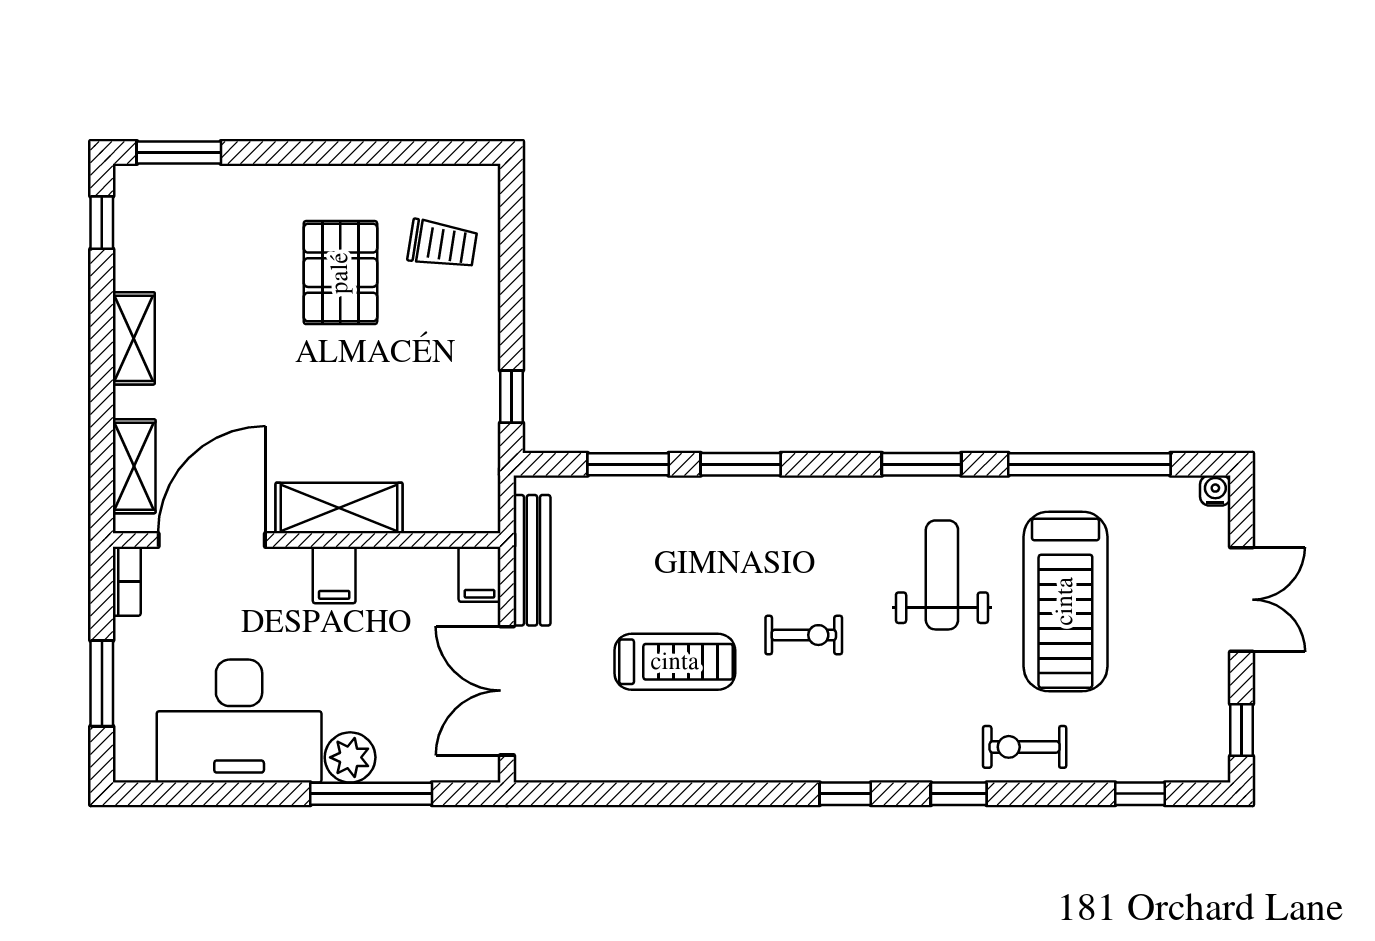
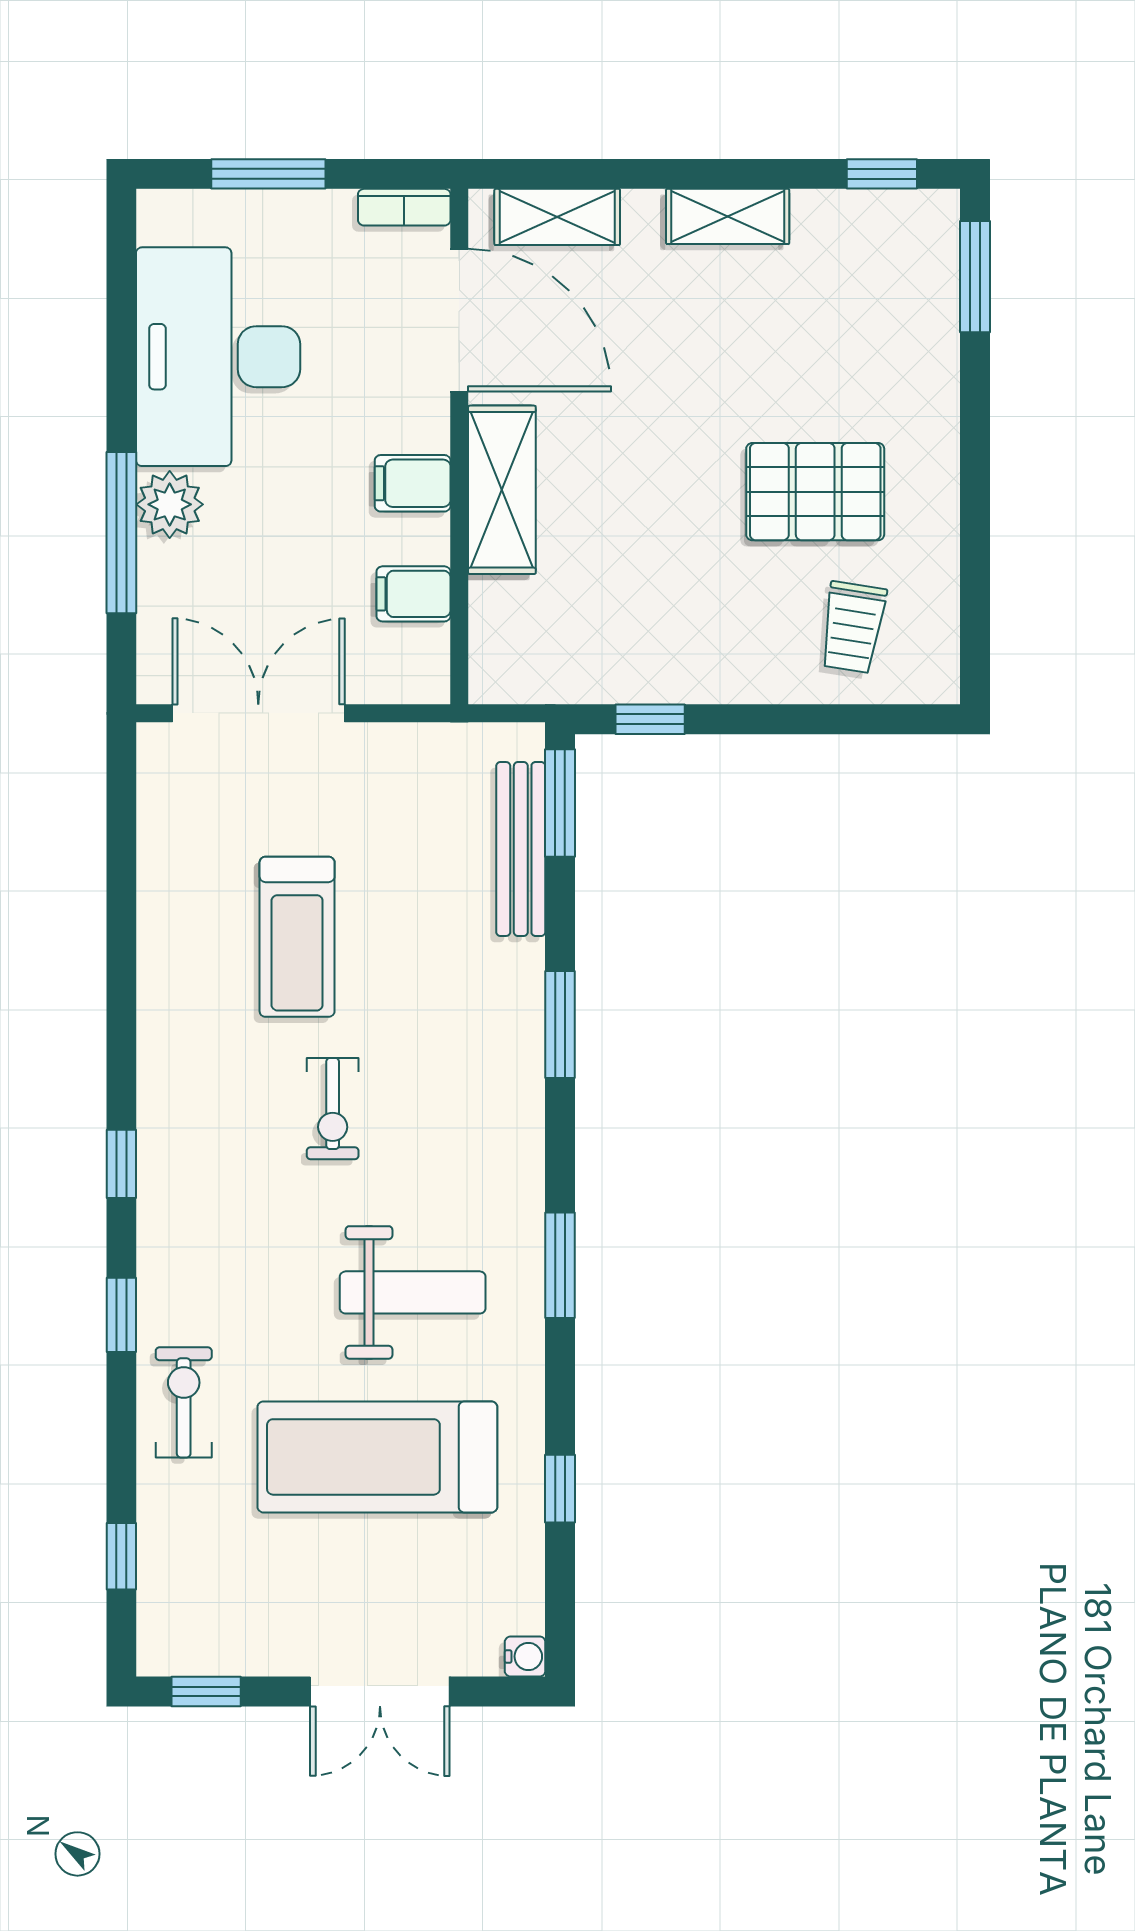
window: (628, 464) -> (560, 803), moved
window: (1089, 464) -> (560, 1489), width x0.32
bench: (532, 560) -> (521, 849), moved, turned 90
filing cabinet: (480, 574) -> (413, 594), moved

